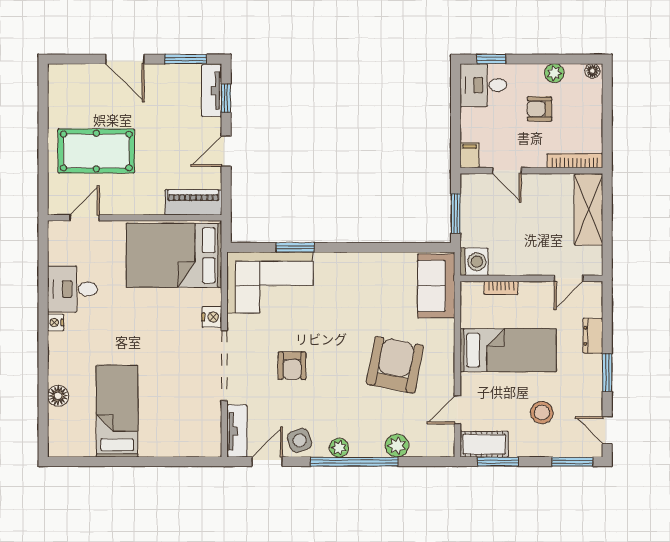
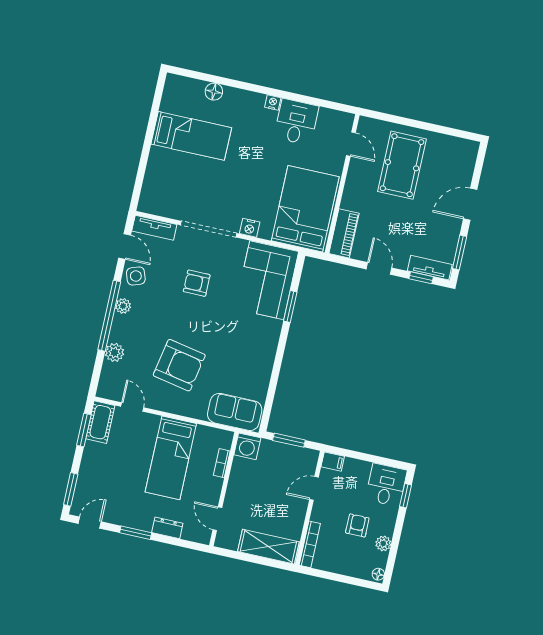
stool: (542, 412) -> (115, 474), removed

